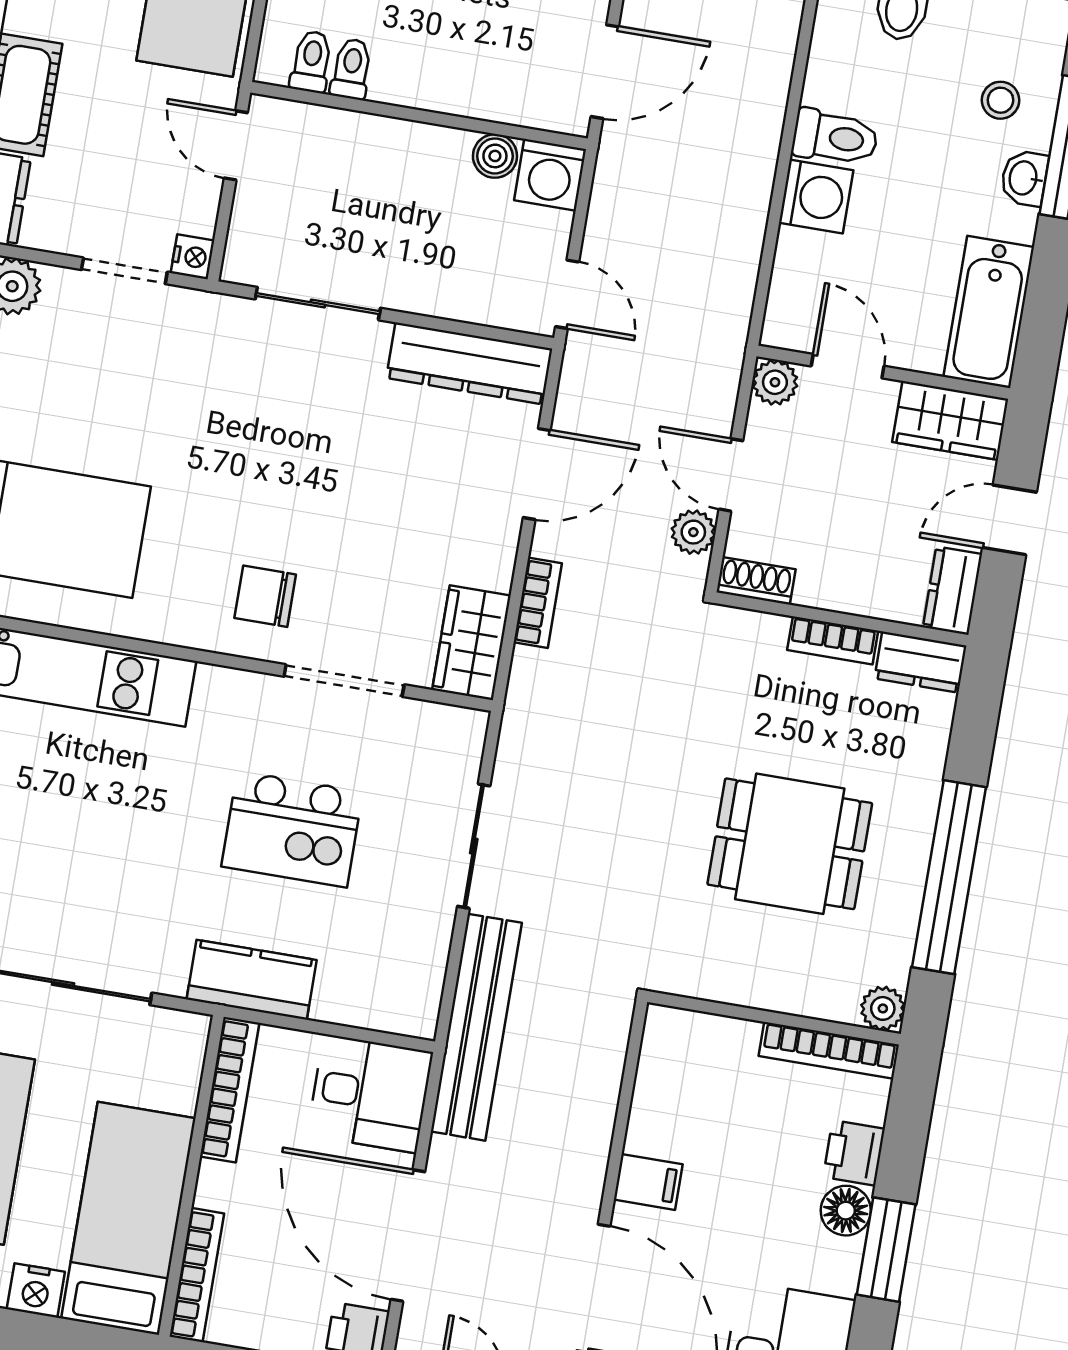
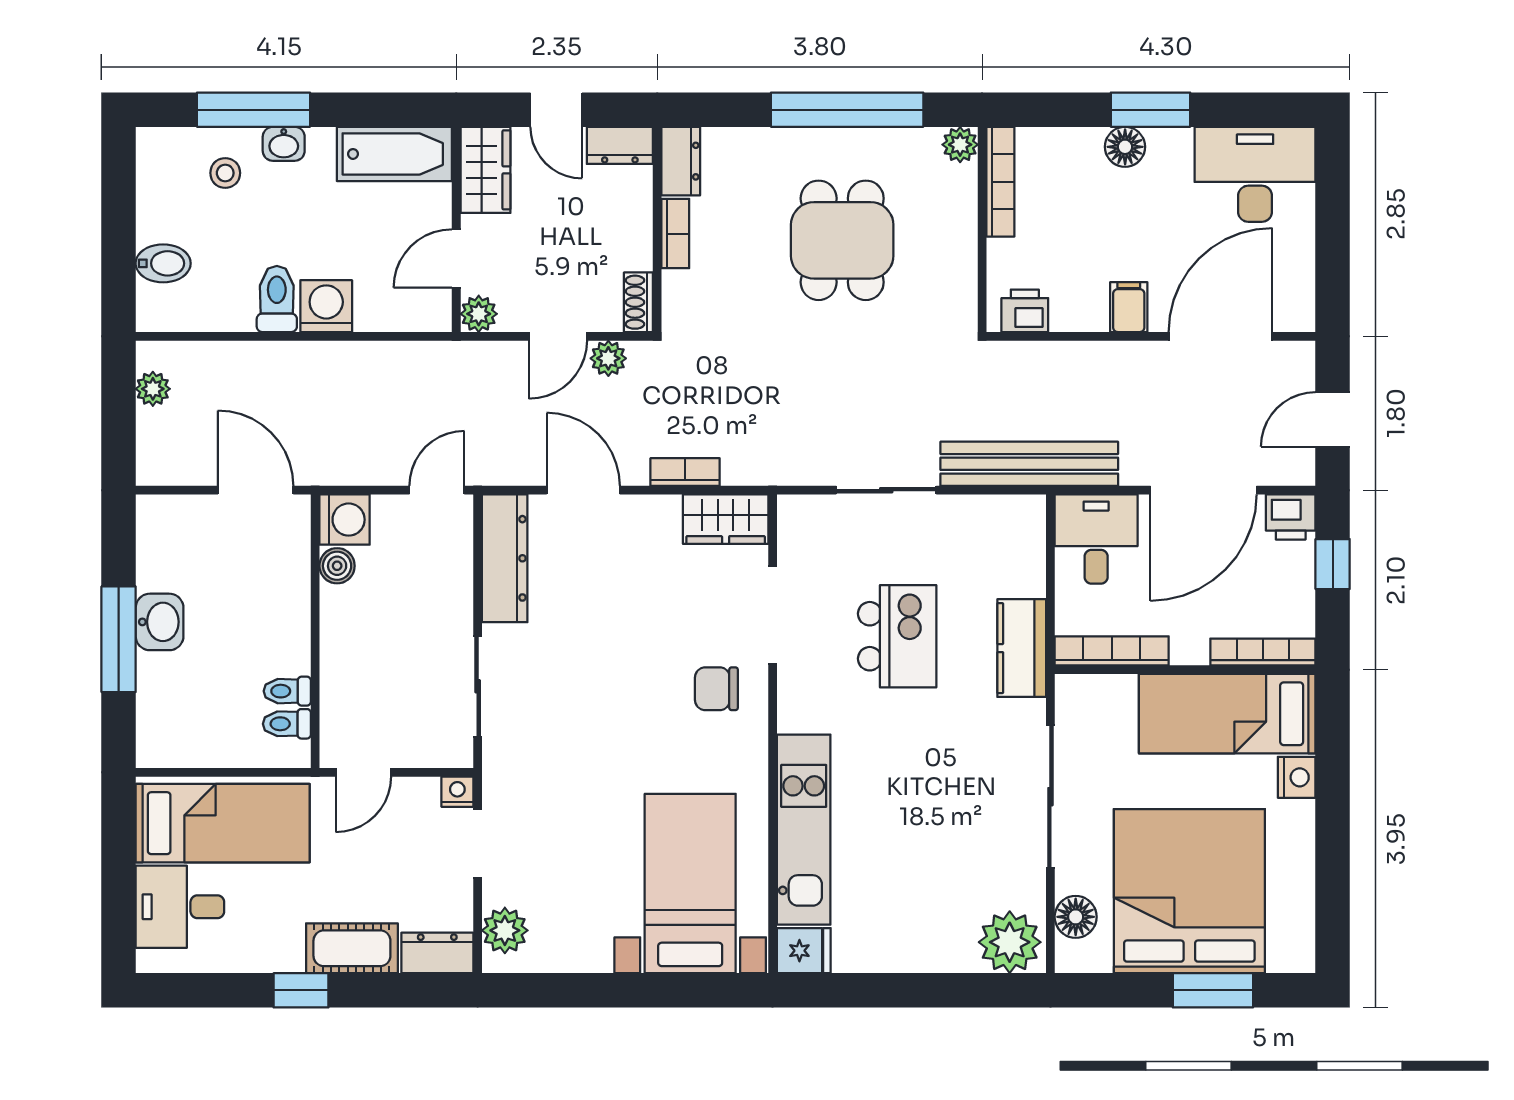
chair: (265, 596) -> (716, 689), turned 90
printer: (854, 1153) -> (1025, 311), moved, turned 180

